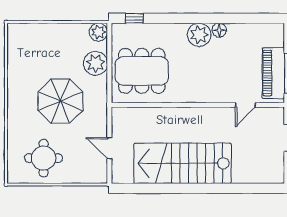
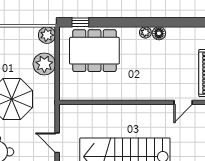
plant: (199, 35) -> (145, 32), width x0.53, depth x0.53
dining table: (142, 71) -> (94, 51), moved

